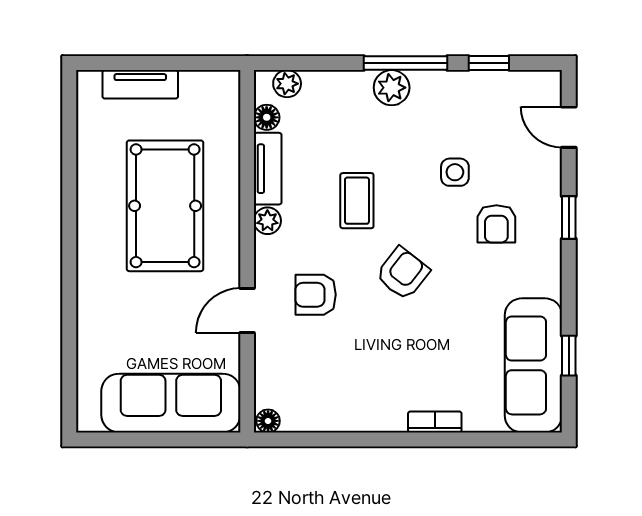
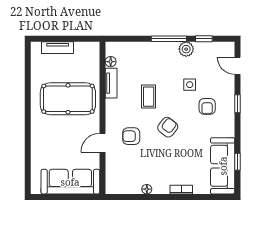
plant: (287, 84) -> (119, 47), removed
plant: (392, 88) -> (186, 49), moved
pool table: (165, 206) -> (68, 99), turned 90
plant: (267, 221) -> (111, 105), removed
floor lamp: (268, 421) -> (147, 189), moved

